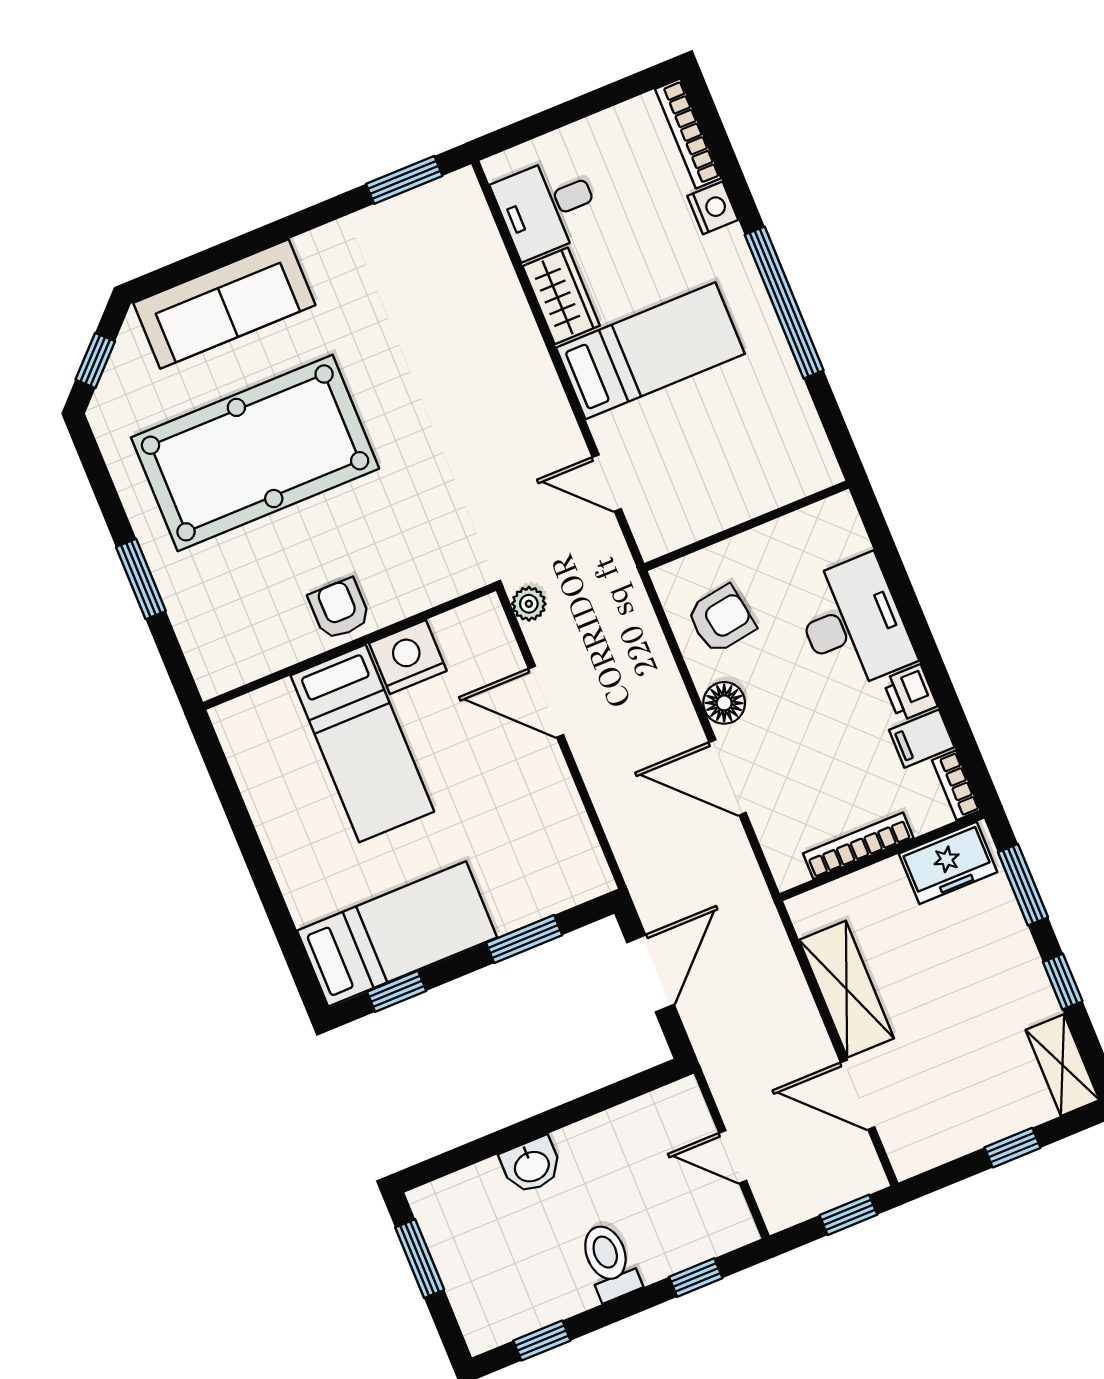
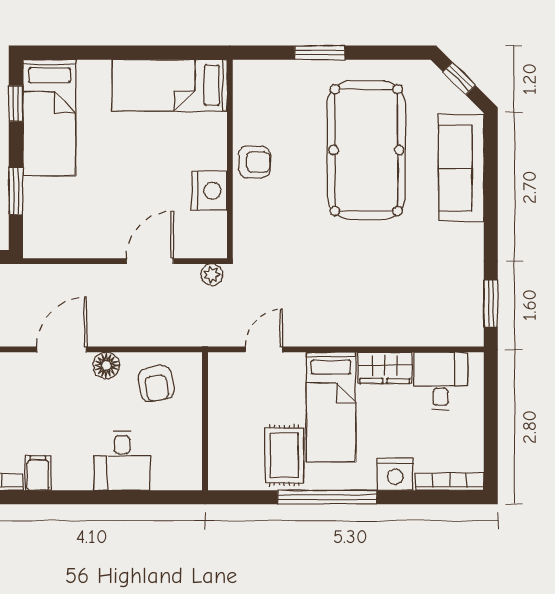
nightstand: (713, 208) -> (395, 474), width x1.36, depth x1.33
rug: (749, 390) -> (284, 455), added
desk: (853, 623) -> (122, 461), width x0.73
printer: (910, 693) -> (68, 477), removed
bed: (362, 743) -> (170, 85), moved

